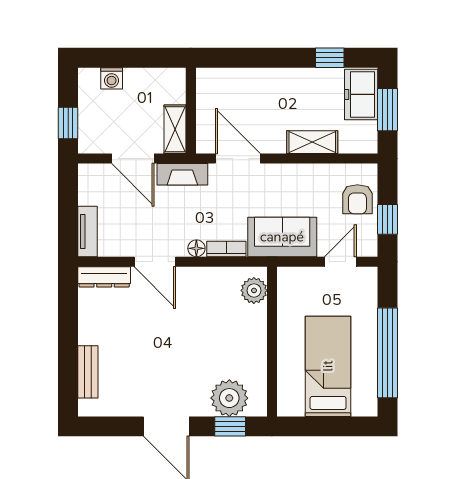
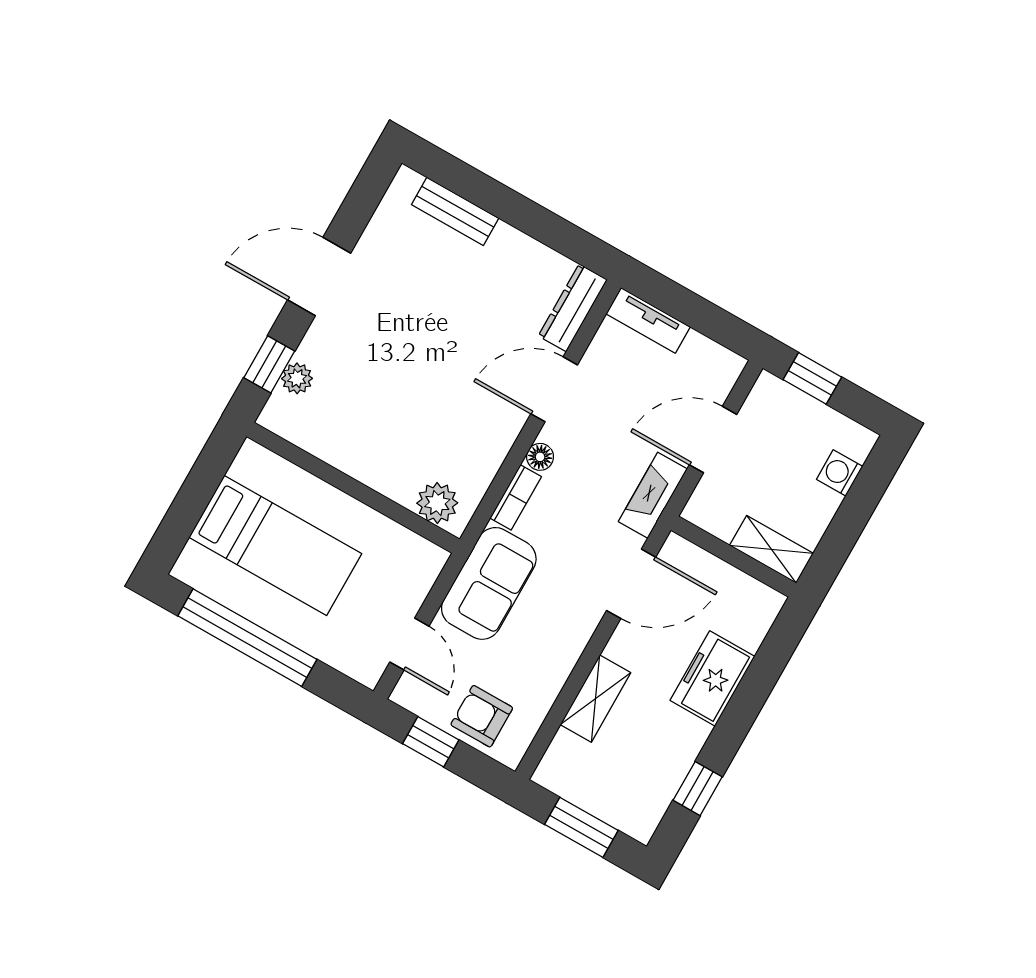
freezer: (361, 94) -> (712, 678), moved, turned -90
shelving: (175, 129) -> (771, 549), moved
plant: (229, 398) -> (297, 378), width x0.53, depth x0.53

